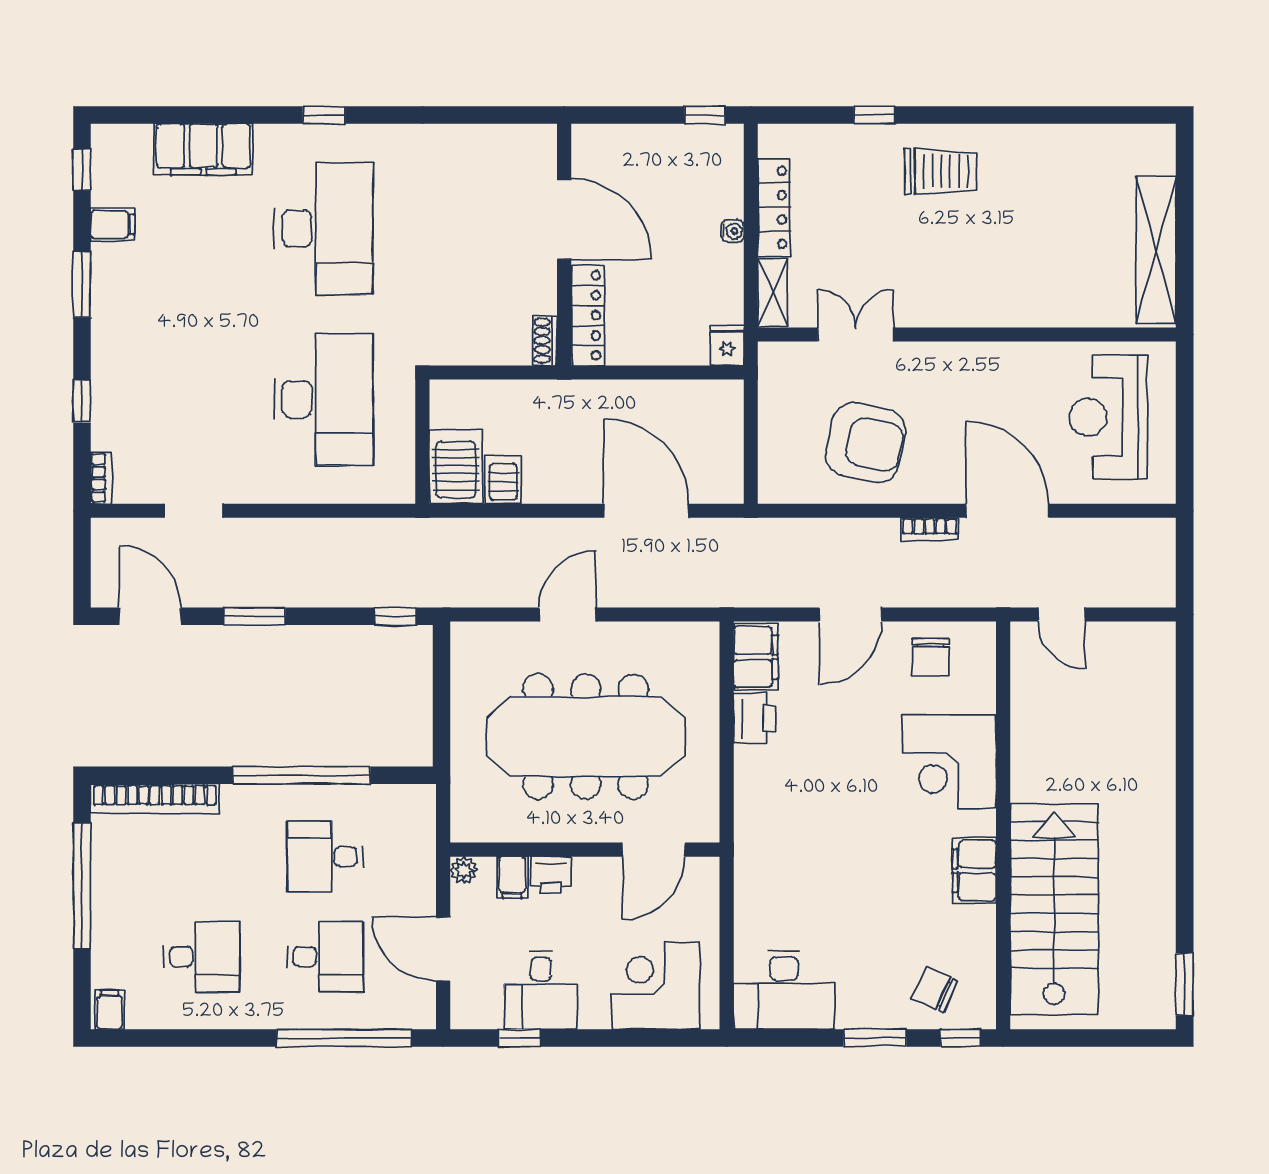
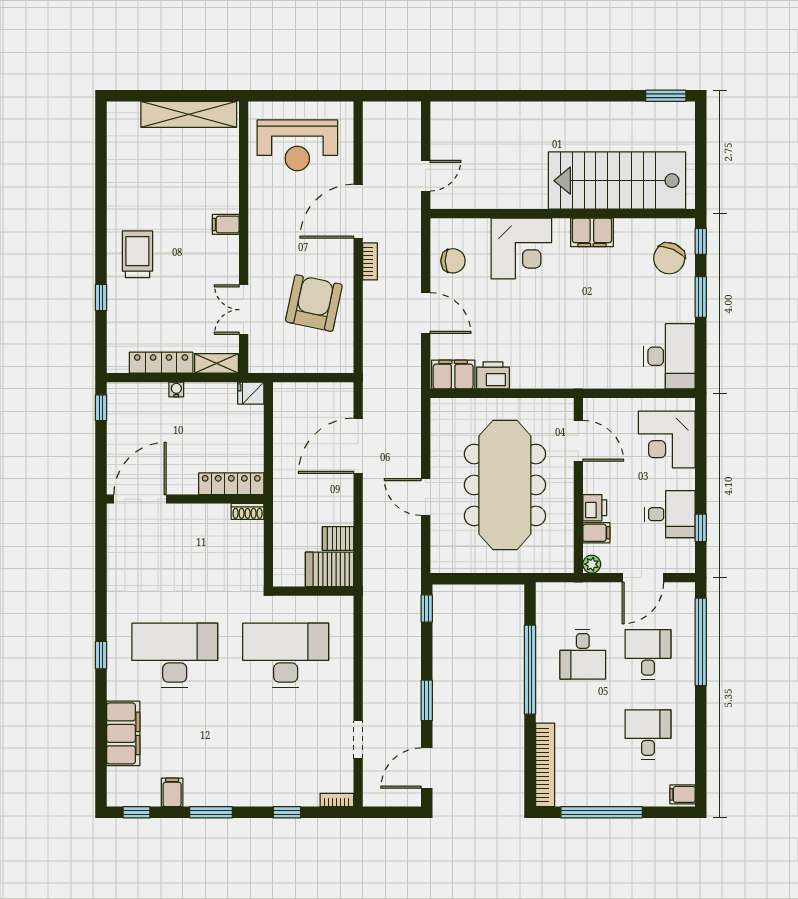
door: (564, 219) -> (140, 499), moved
filing cabinet: (987, 307) -> (226, 224), added
chair: (935, 989) -> (669, 258), width x1.37, depth x1.37

